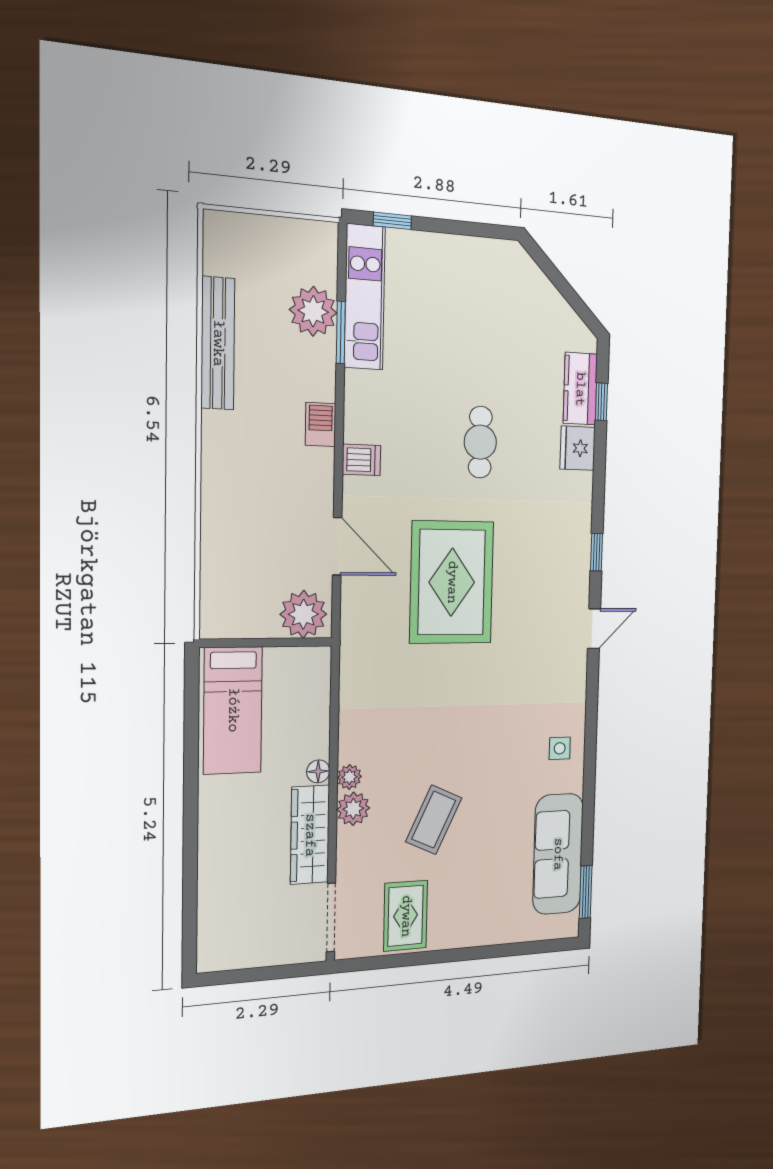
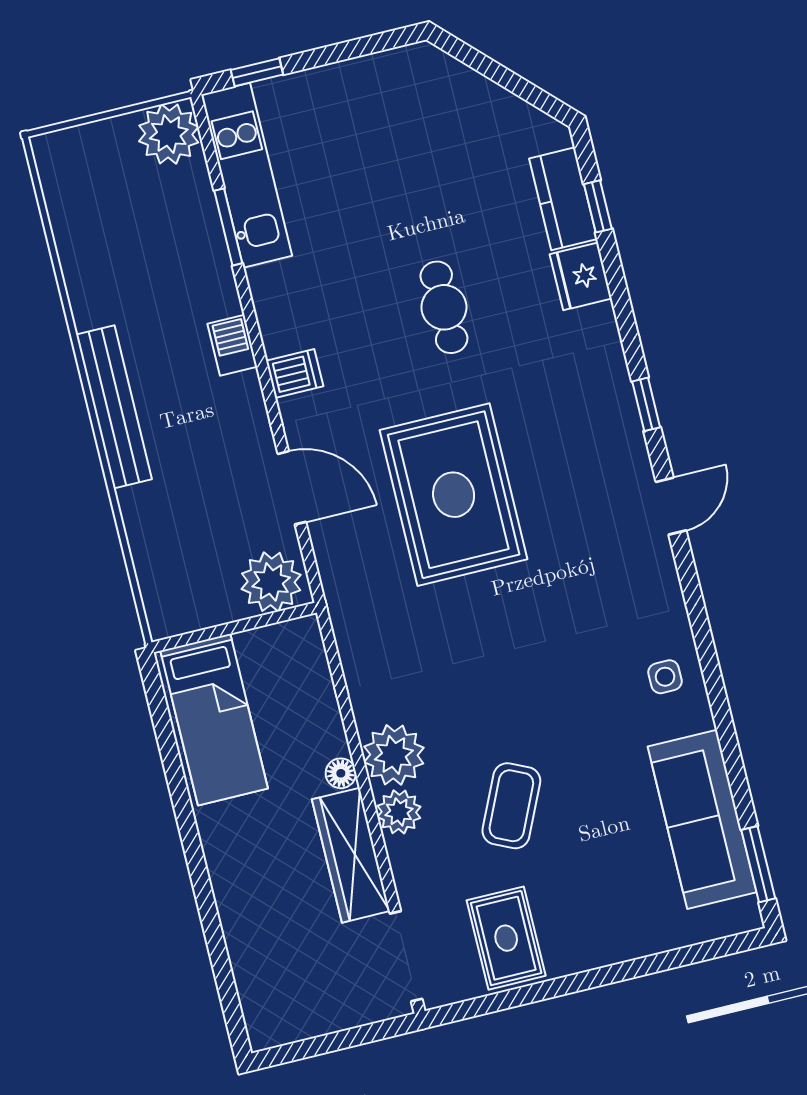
plant: (313, 311) -> (169, 134), moved
bench: (218, 343) -> (114, 407), moved
plant: (349, 777) -> (394, 755), width x1.88, depth x1.88

